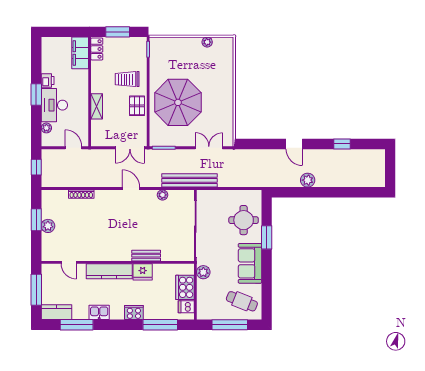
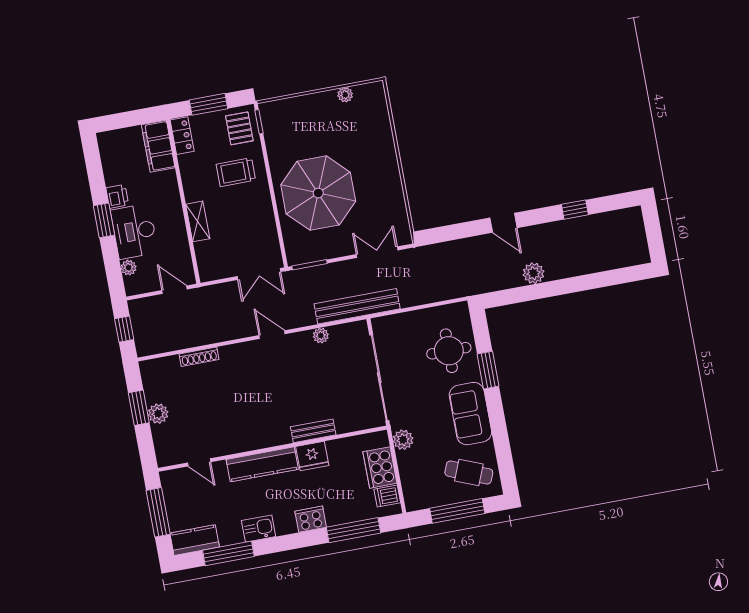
pallet: (137, 106) -> (239, 128), moved

